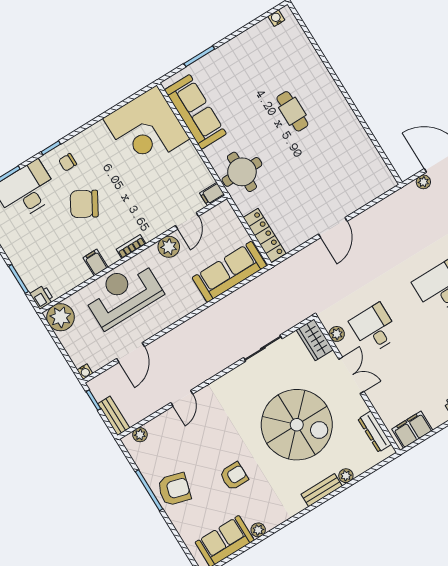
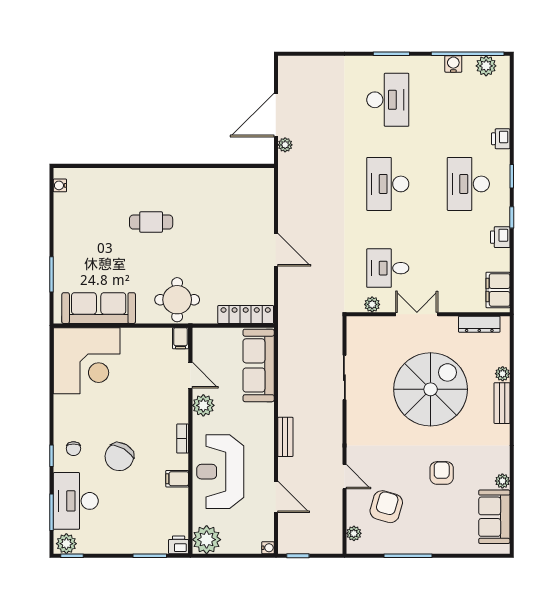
wardrobe: (315, 340) -> (365, 327), removed
bench: (114, 416) -> (285, 437), moved, turned 90
armchair: (174, 489) -> (386, 507), moved

